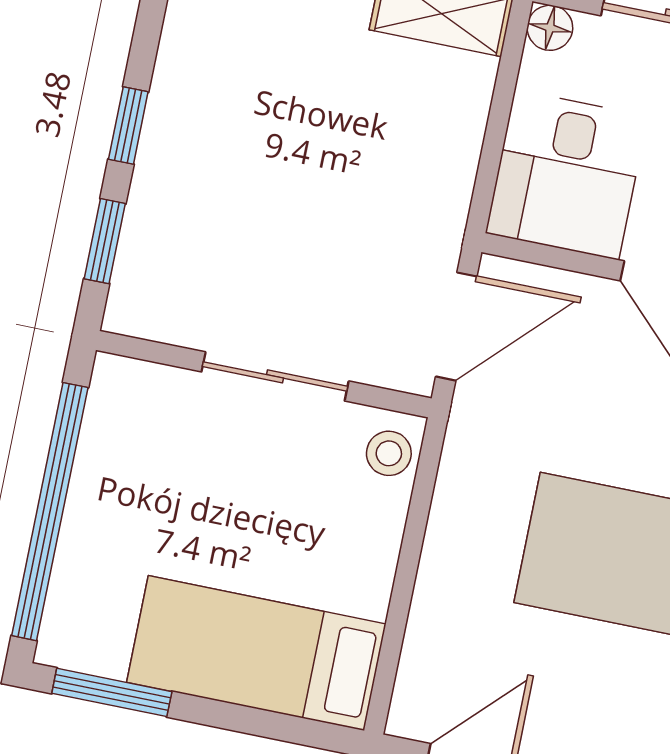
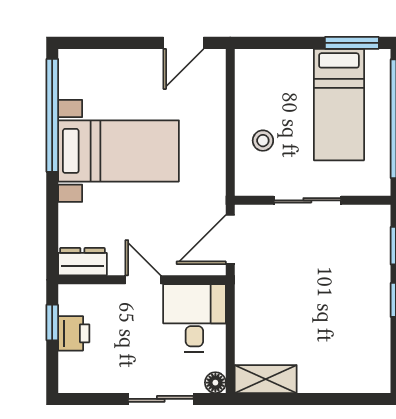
stool: (389, 453) -> (263, 141), moved
bed: (256, 653) -> (339, 105), moved, turned 90

